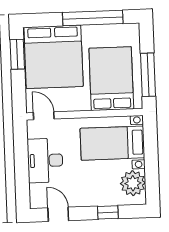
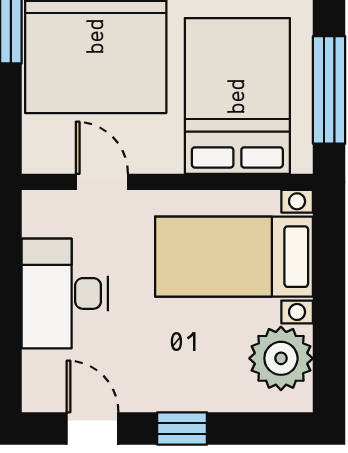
door: (44, 116) -> (102, 182), moved
window: (108, 212) -> (182, 429), moved

